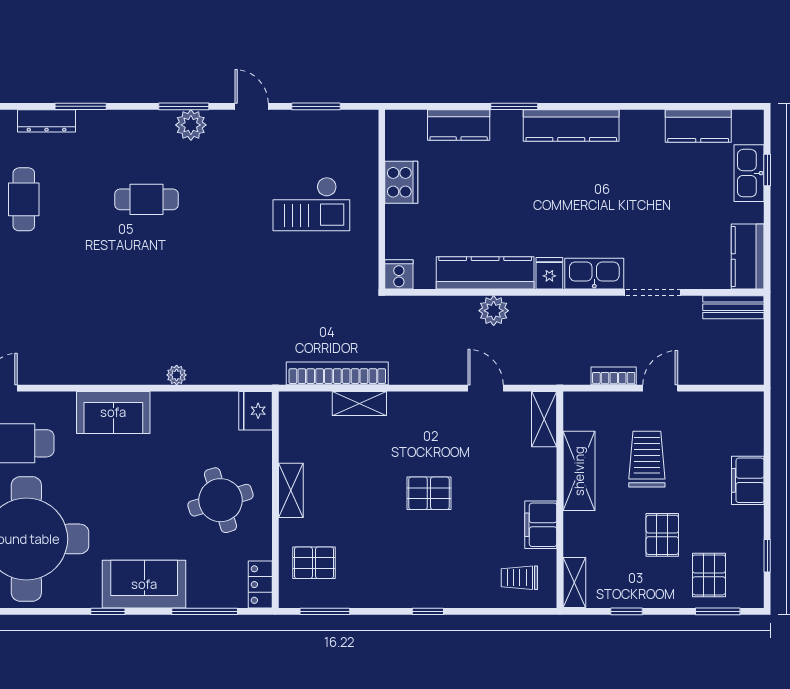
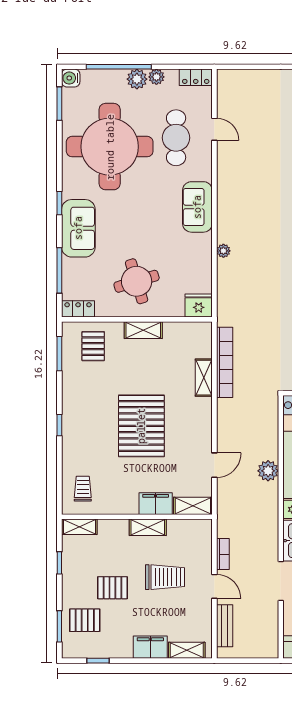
bench: (733, 307) -> (225, 626), moved
shelving: (752, 428) -> (187, 650), added
shelving: (579, 471) -> (148, 527), width x0.67, depth x0.75
pallet: (429, 493) -> (141, 426), width x2.05, depth x2.00
filing cabinet: (541, 525) -> (156, 504), moved

